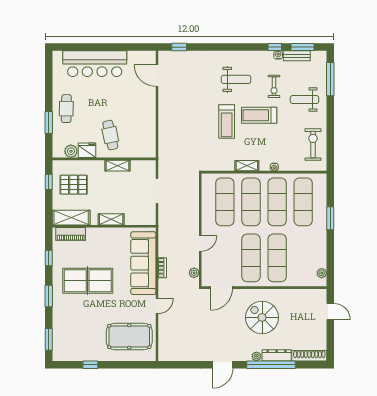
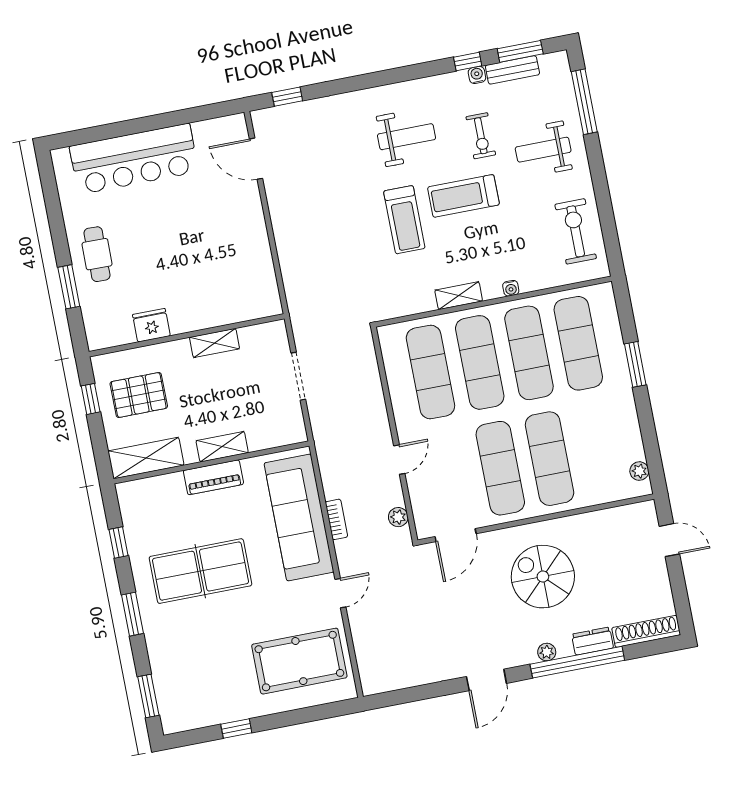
cafe table: (110, 135) -> (190, 288), removed
plant: (71, 151) -> (121, 333), removed
piano: (71, 234) -> (213, 477), moved
dresser: (277, 355) -> (593, 641), width x0.70

